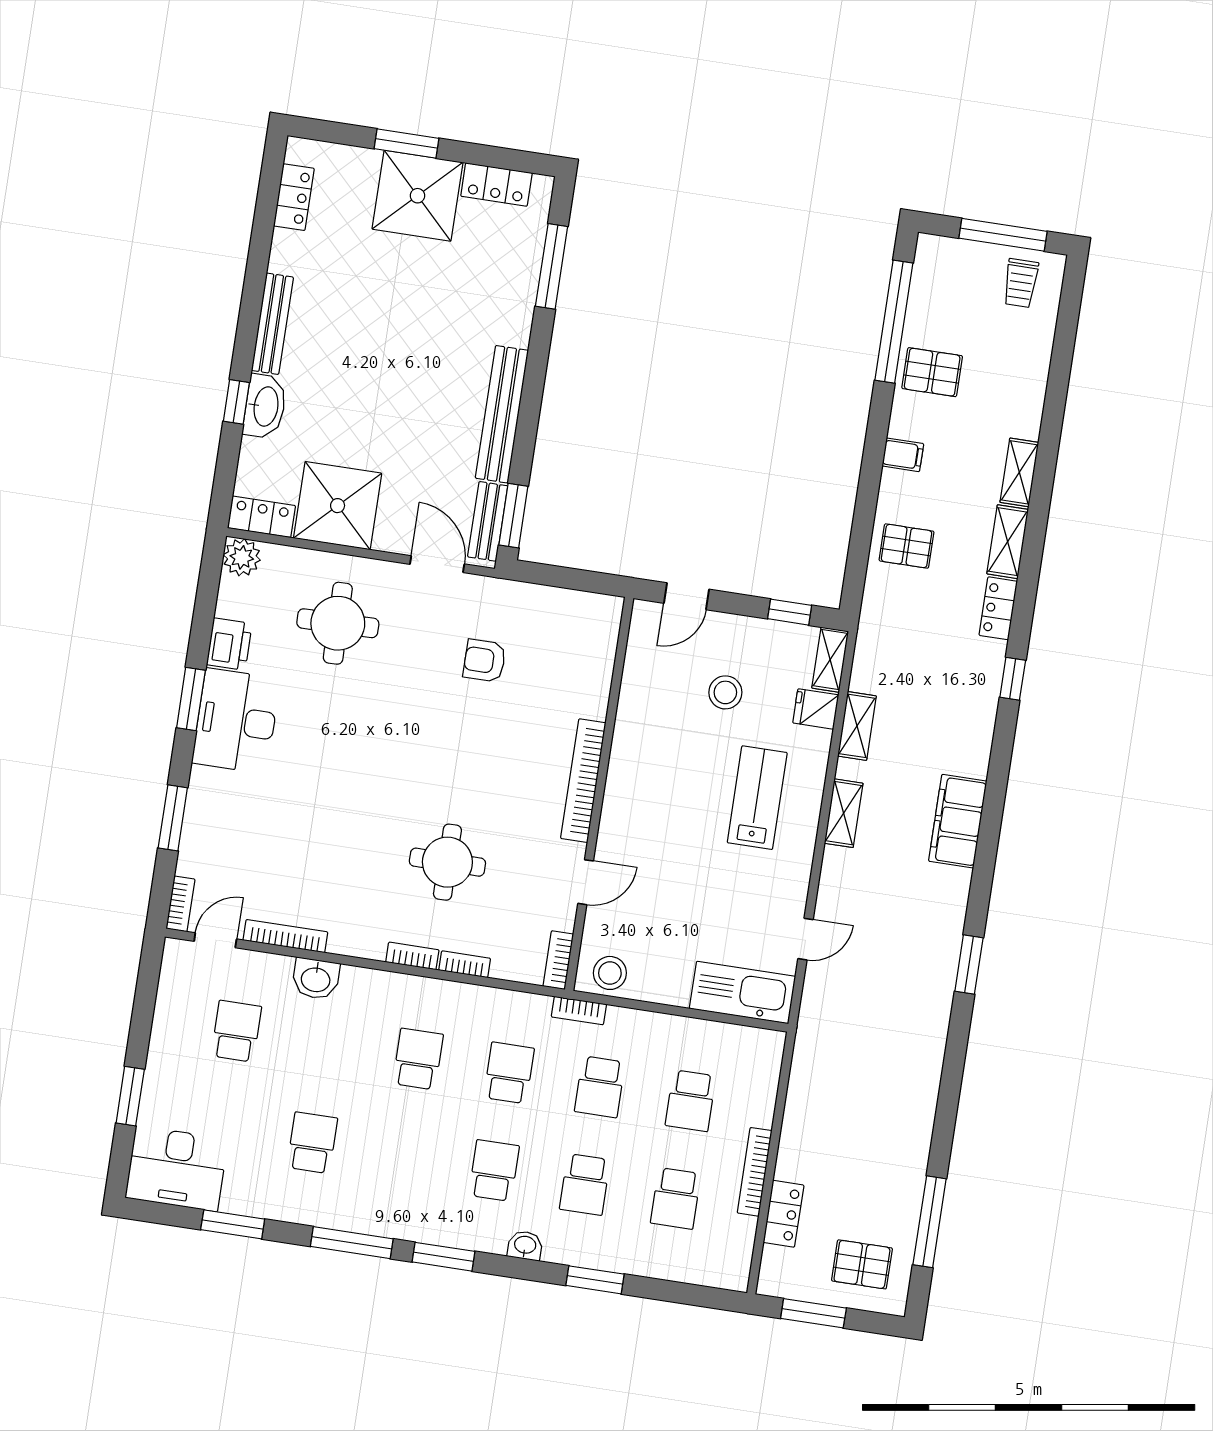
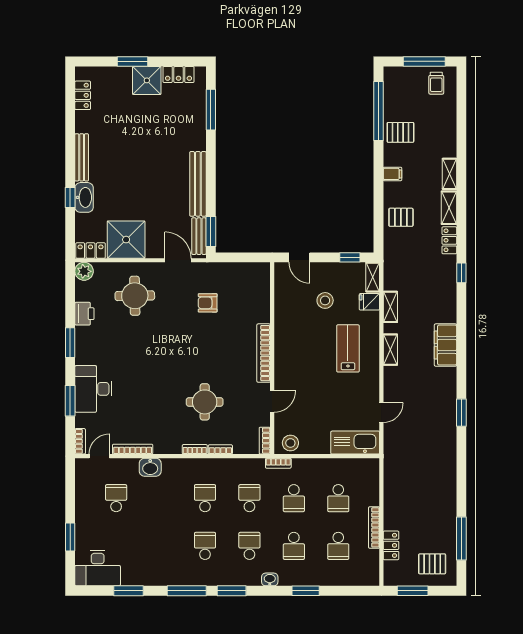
shower: (418, 196) -> (147, 80), width x0.73, depth x0.73
door: (686, 596) -> (299, 257), hinge flipped
desk: (236, 721) -> (93, 389), moved
school desk: (312, 1143) -> (205, 546), moved

